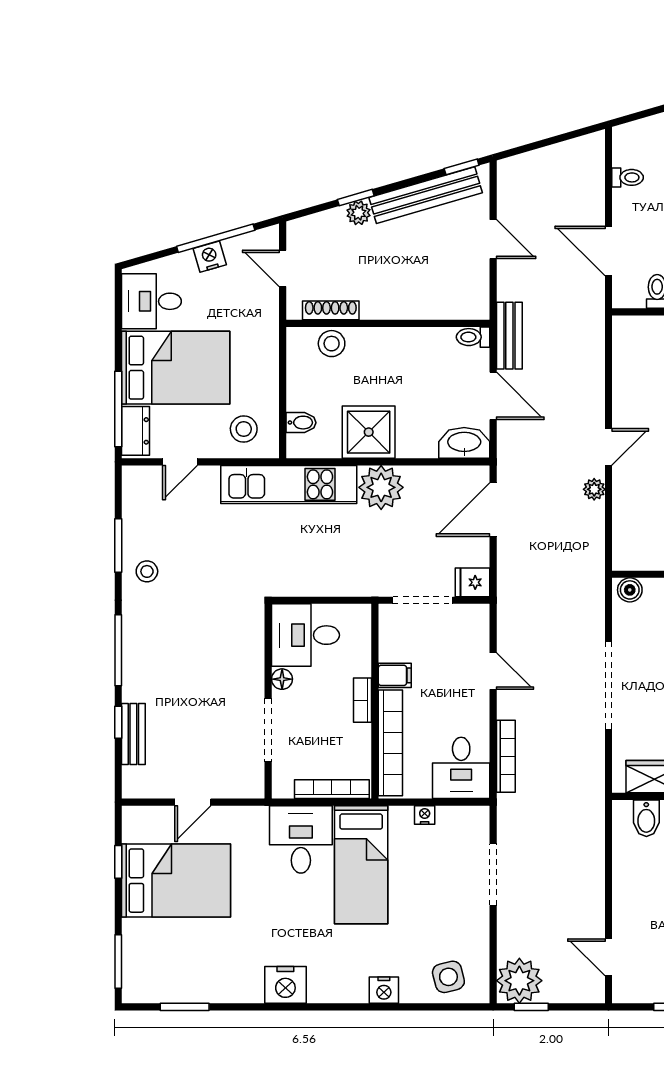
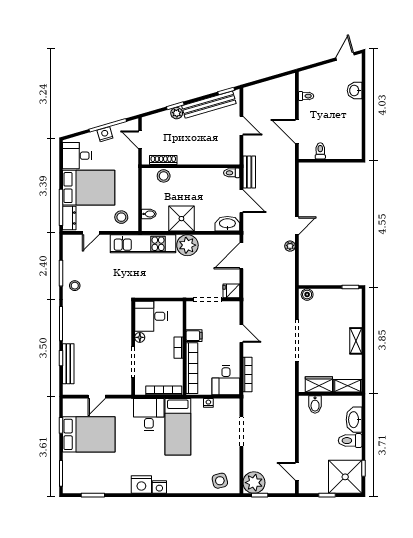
bench: (133, 734) -> (68, 364), width x1.36
nightstand: (384, 990) -> (159, 487), moved

